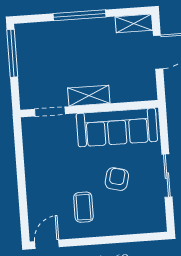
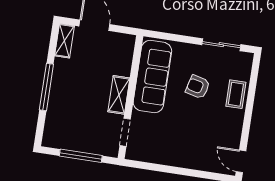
window: (12, 53) -> (81, 156), moved
sliding door: (167, 176) -> (221, 45), moved
coffee table: (83, 207) -> (236, 94), moved, turned 90

